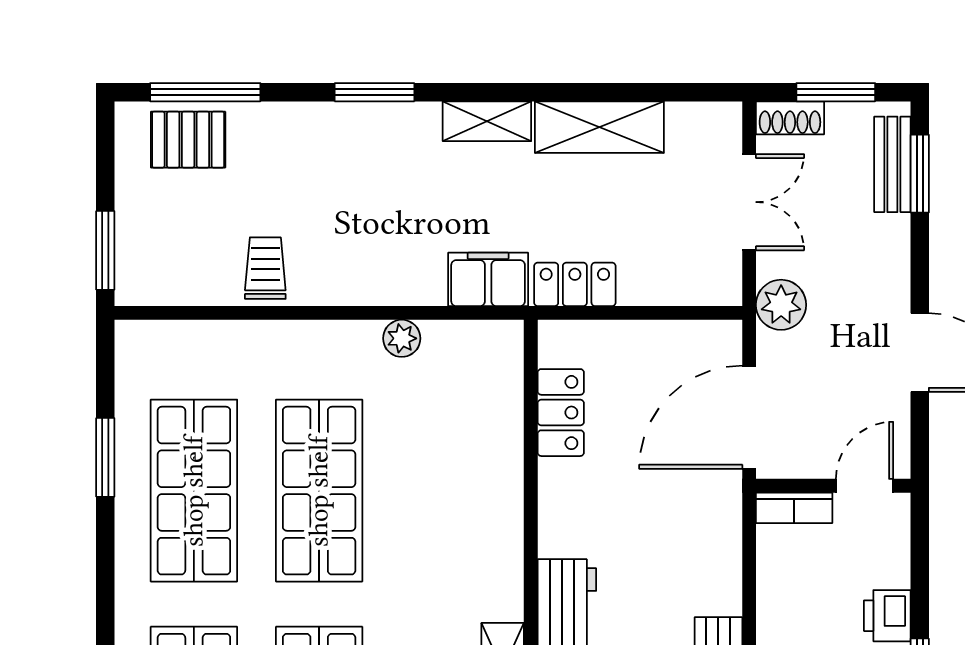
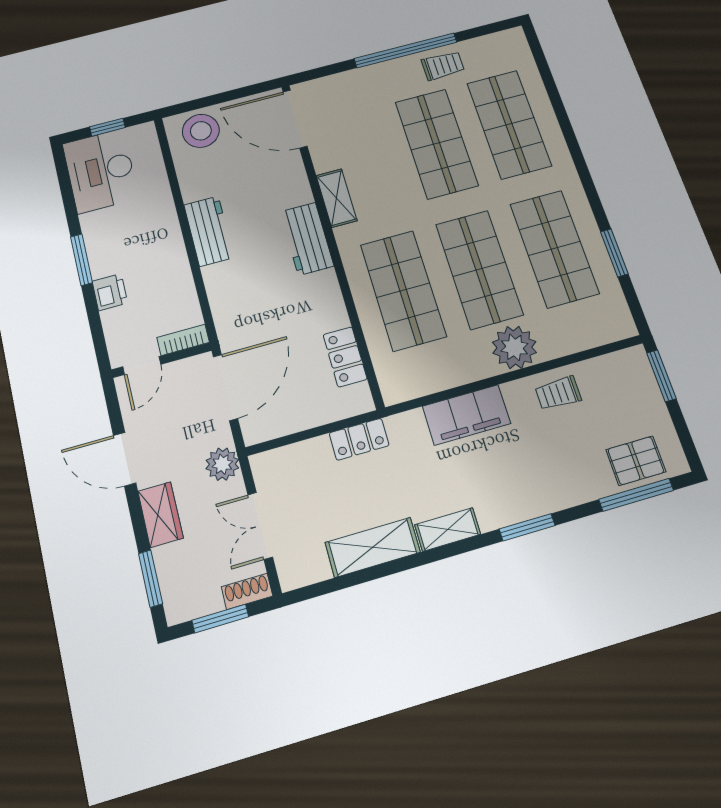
bench: (892, 164) -> (170, 579), removed
wardrobe: (886, 258) -> (160, 514), added
trolley: (265, 268) -> (558, 393), turned 90
filing cabinet: (488, 279) -> (466, 415), moved, width x1.50, depth x1.17
plant: (402, 338) -> (514, 347), moved, width x1.88, depth x1.88
shop shelf: (444, 491) -> (403, 290), added

